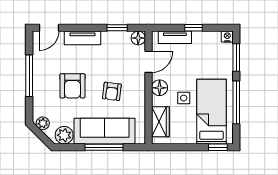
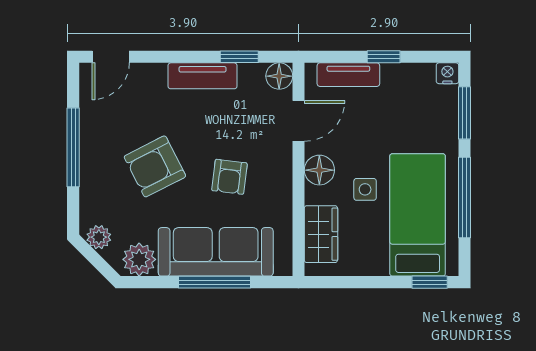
tv unit: (83, 38) -> (203, 76), moved
armchair: (72, 86) -> (155, 166), turned 63

